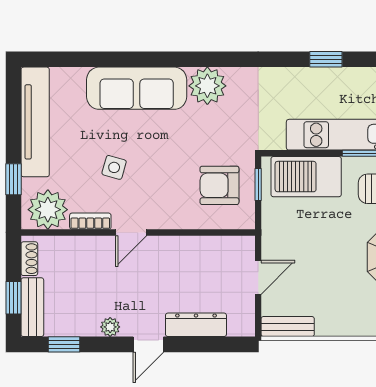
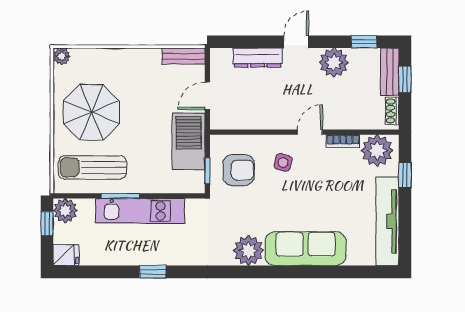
side table: (114, 167) -> (283, 162), moved
barbecue: (306, 177) -> (189, 141), moved, turned -90
plant: (110, 327) -> (334, 63), width x1.87, depth x1.87

